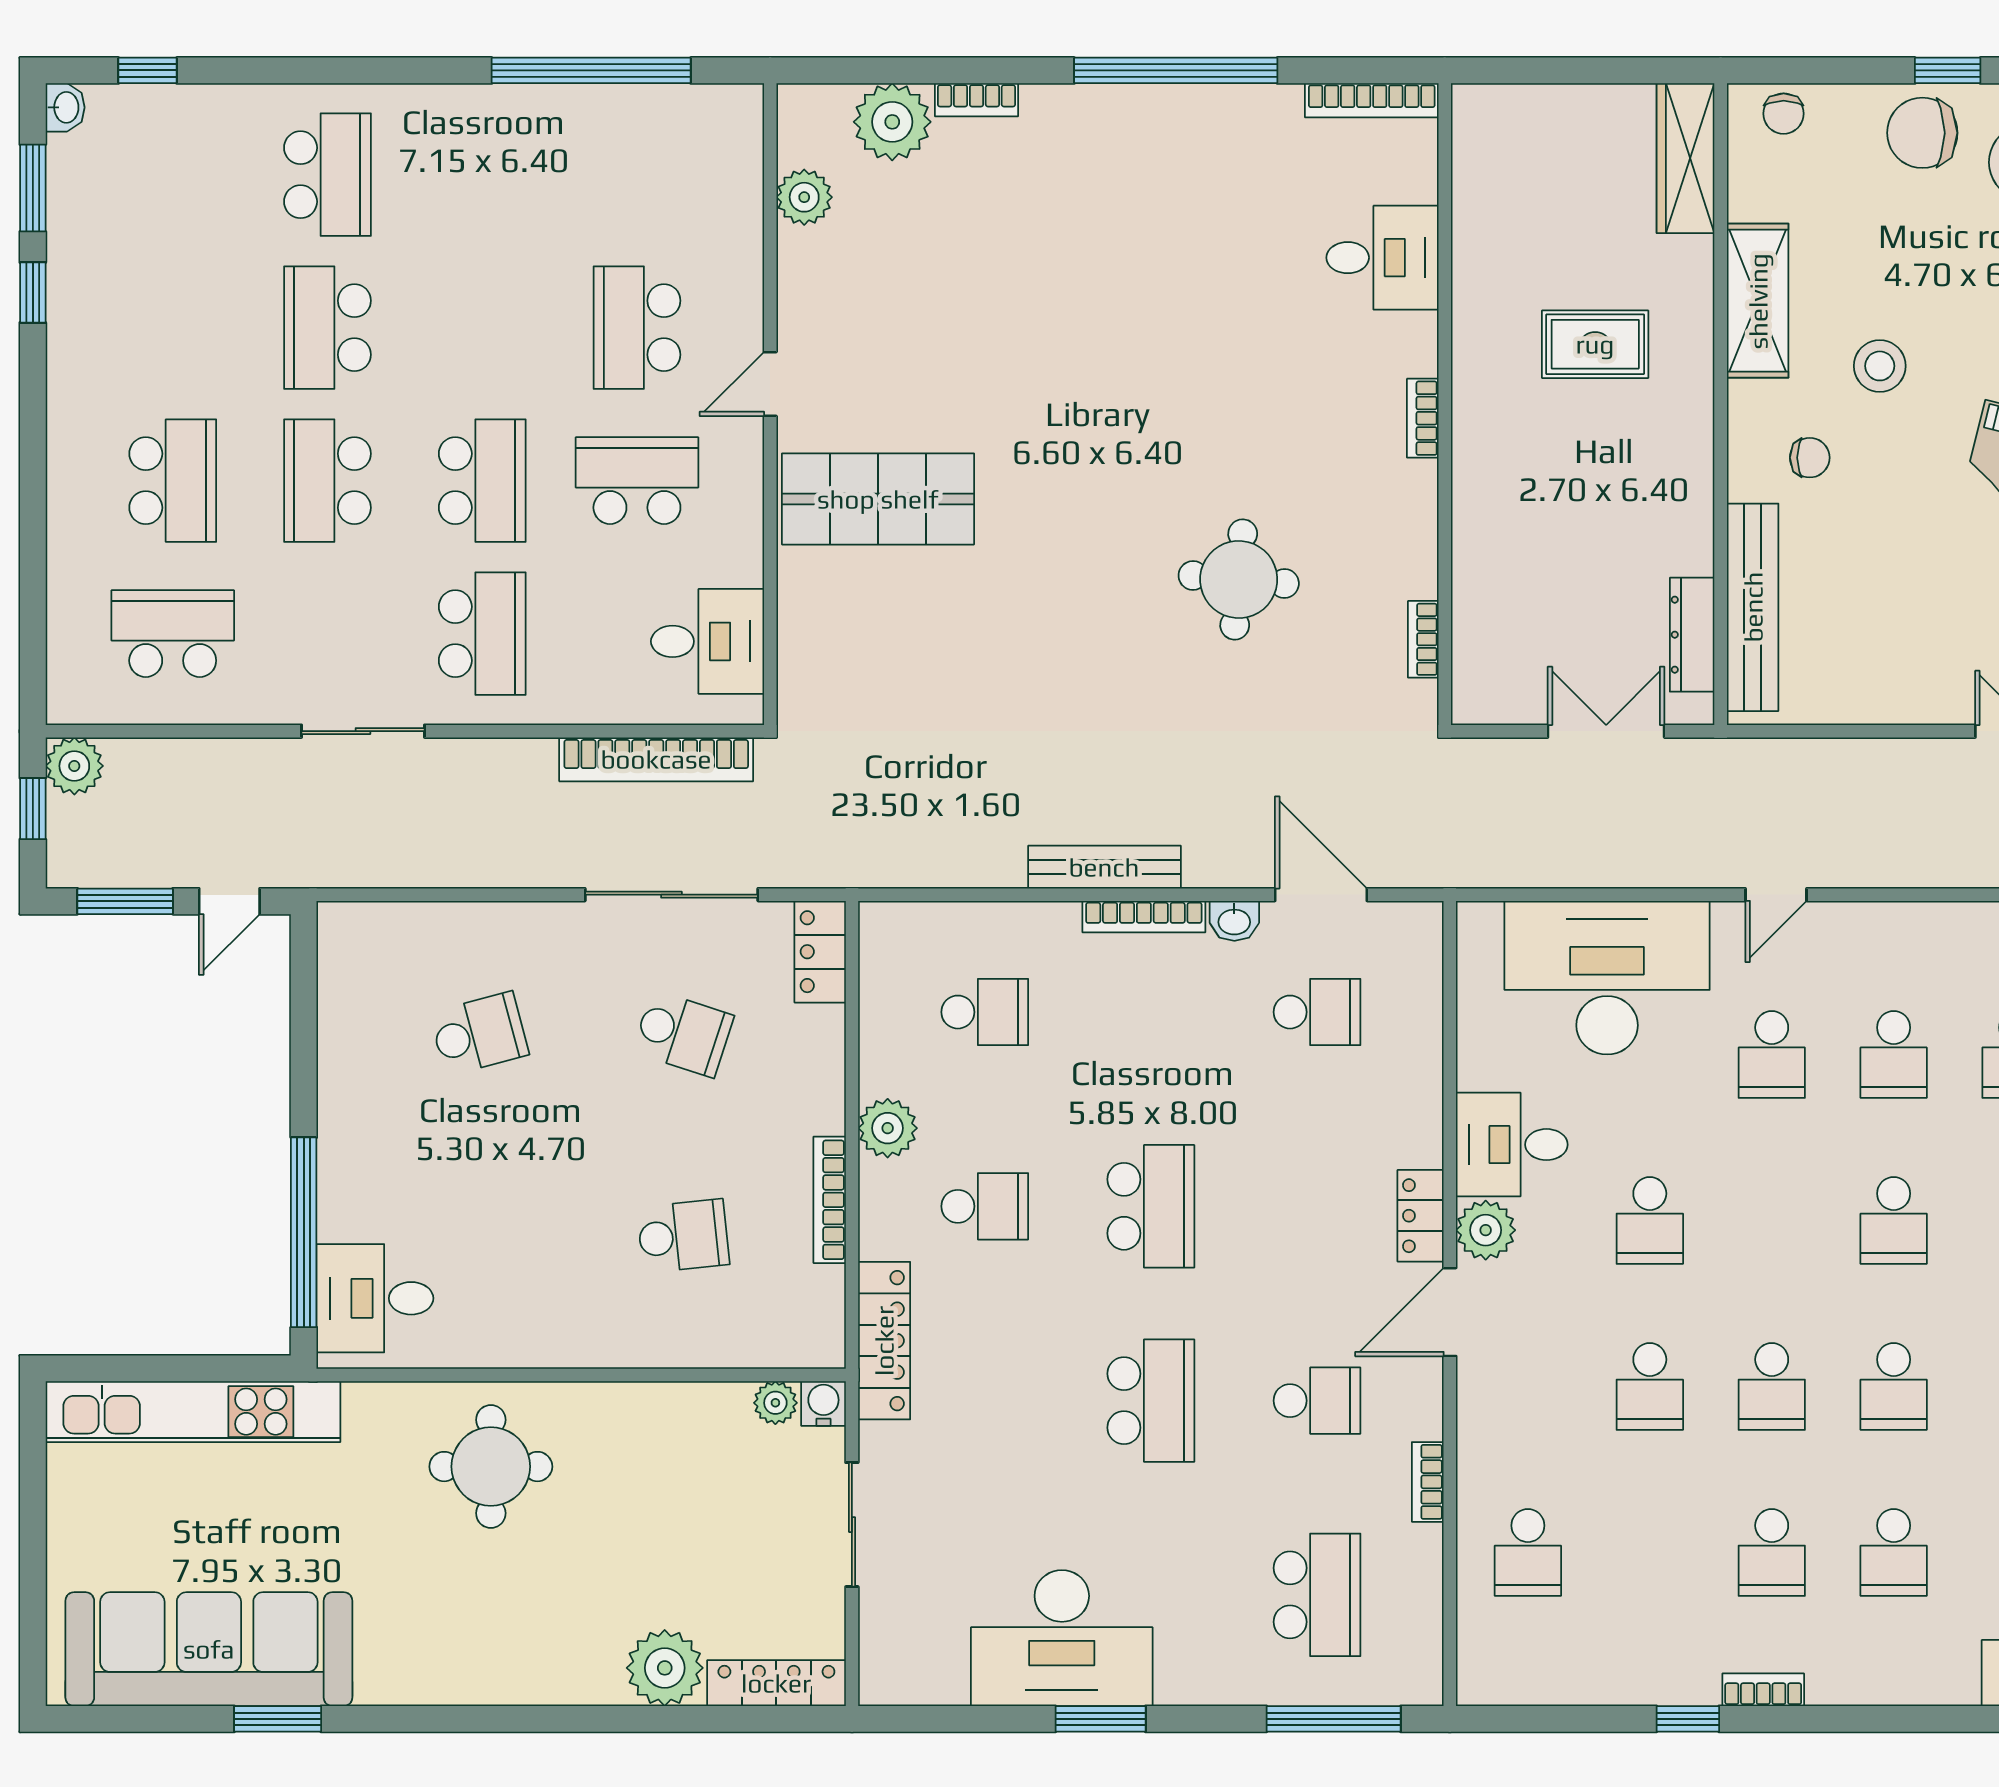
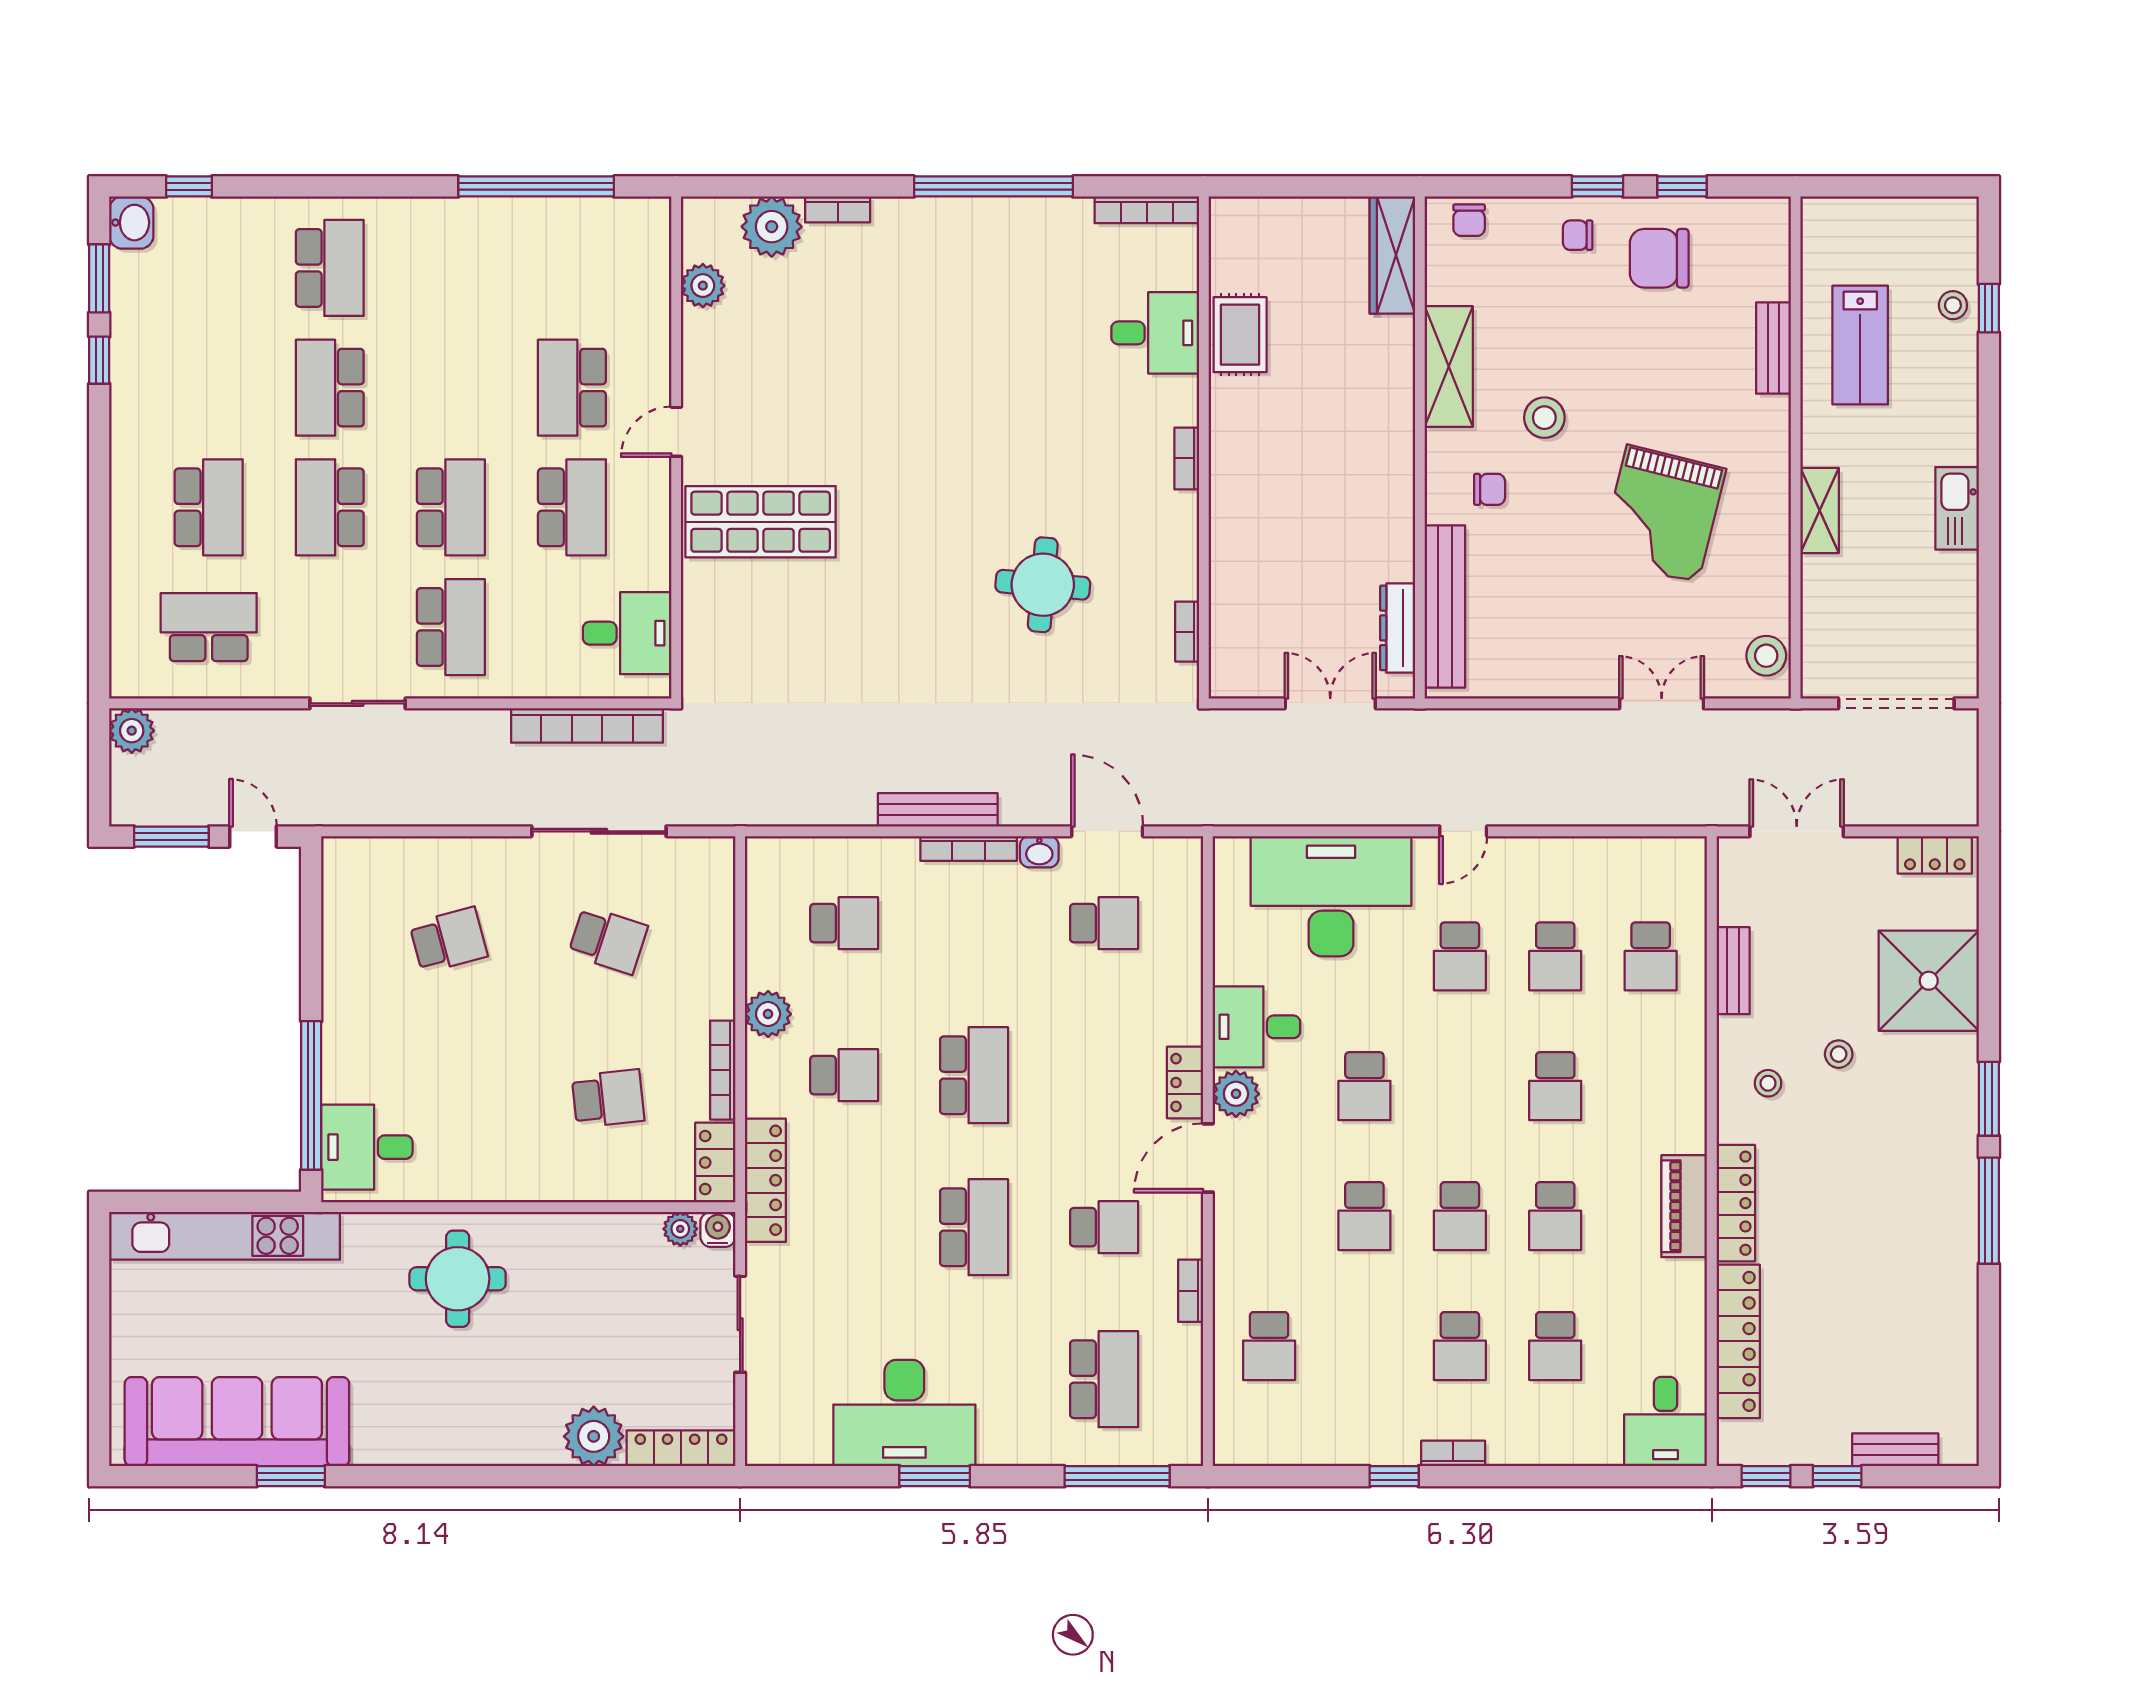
washbasin: (65, 107) -> (131, 223), width x1.38, depth x1.45
chair: (1922, 133) -> (1578, 235), width x0.54, depth x0.54
rug: (1595, 344) -> (1240, 335), moved, turned 90
school desk: (637, 481) -> (572, 507), turned 90
window: (33, 809) -> (99, 764), removed
door: (229, 901) -> (253, 837), swing flipped
locker: (820, 952) -> (715, 1163), moved

